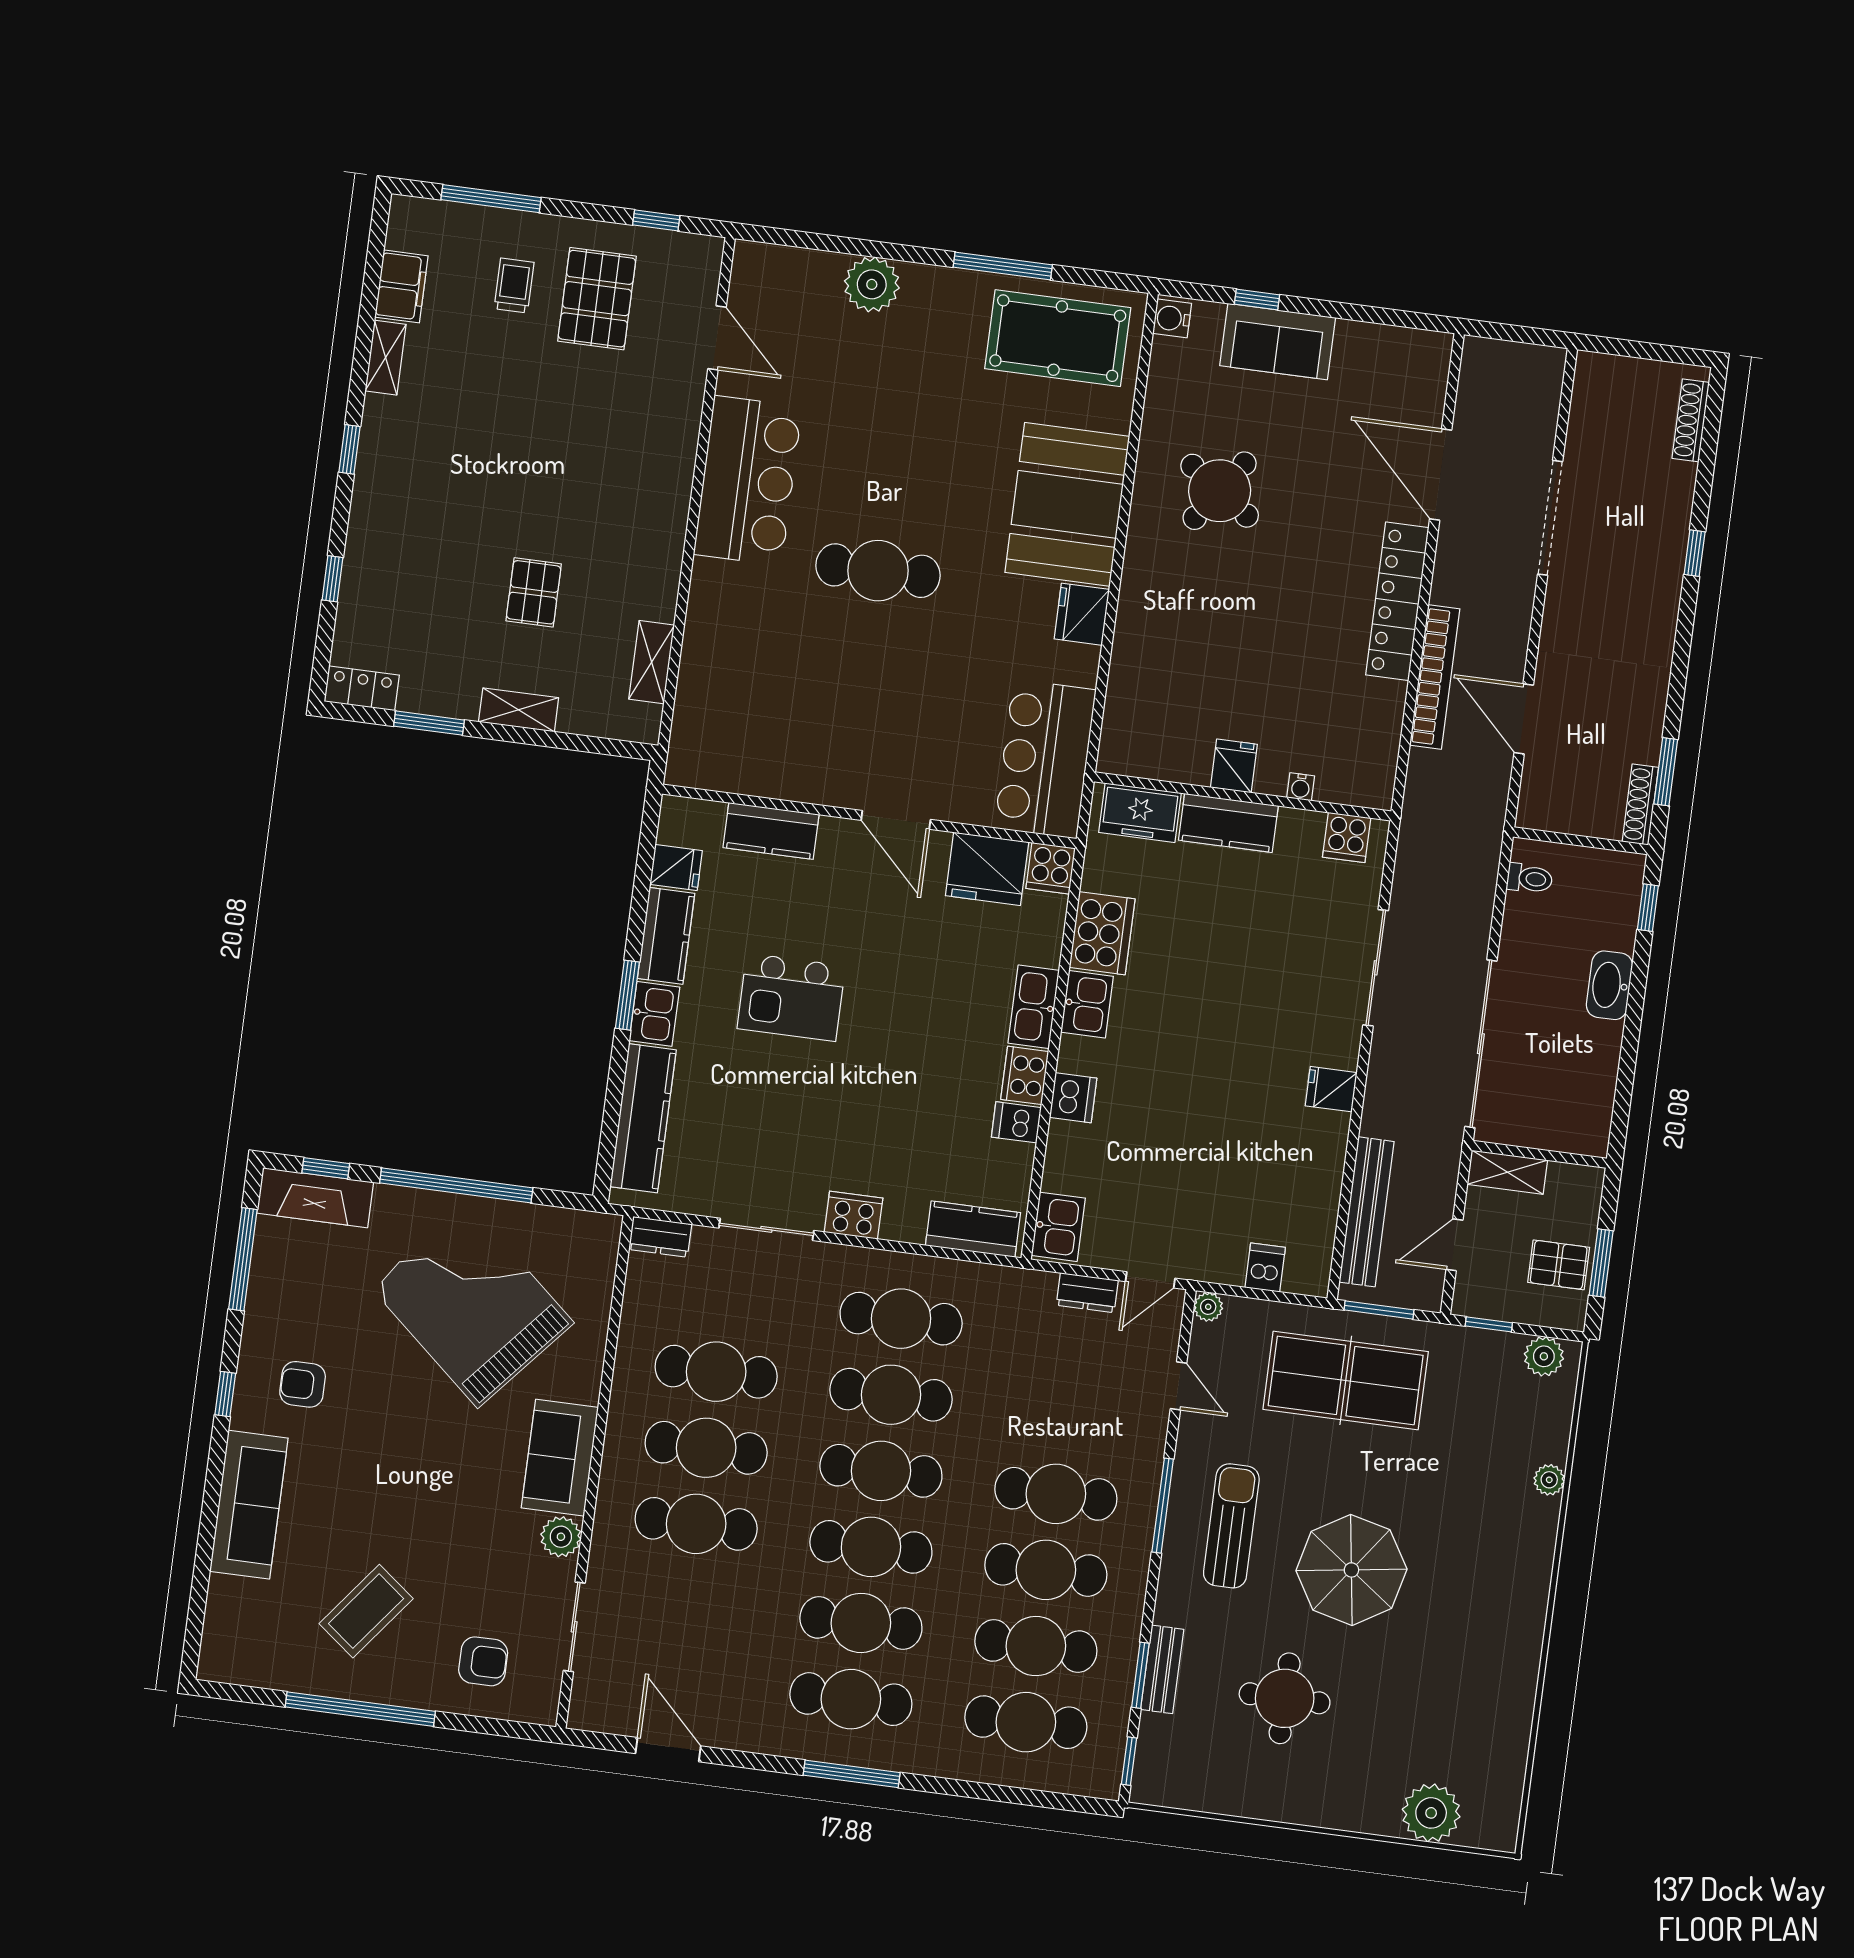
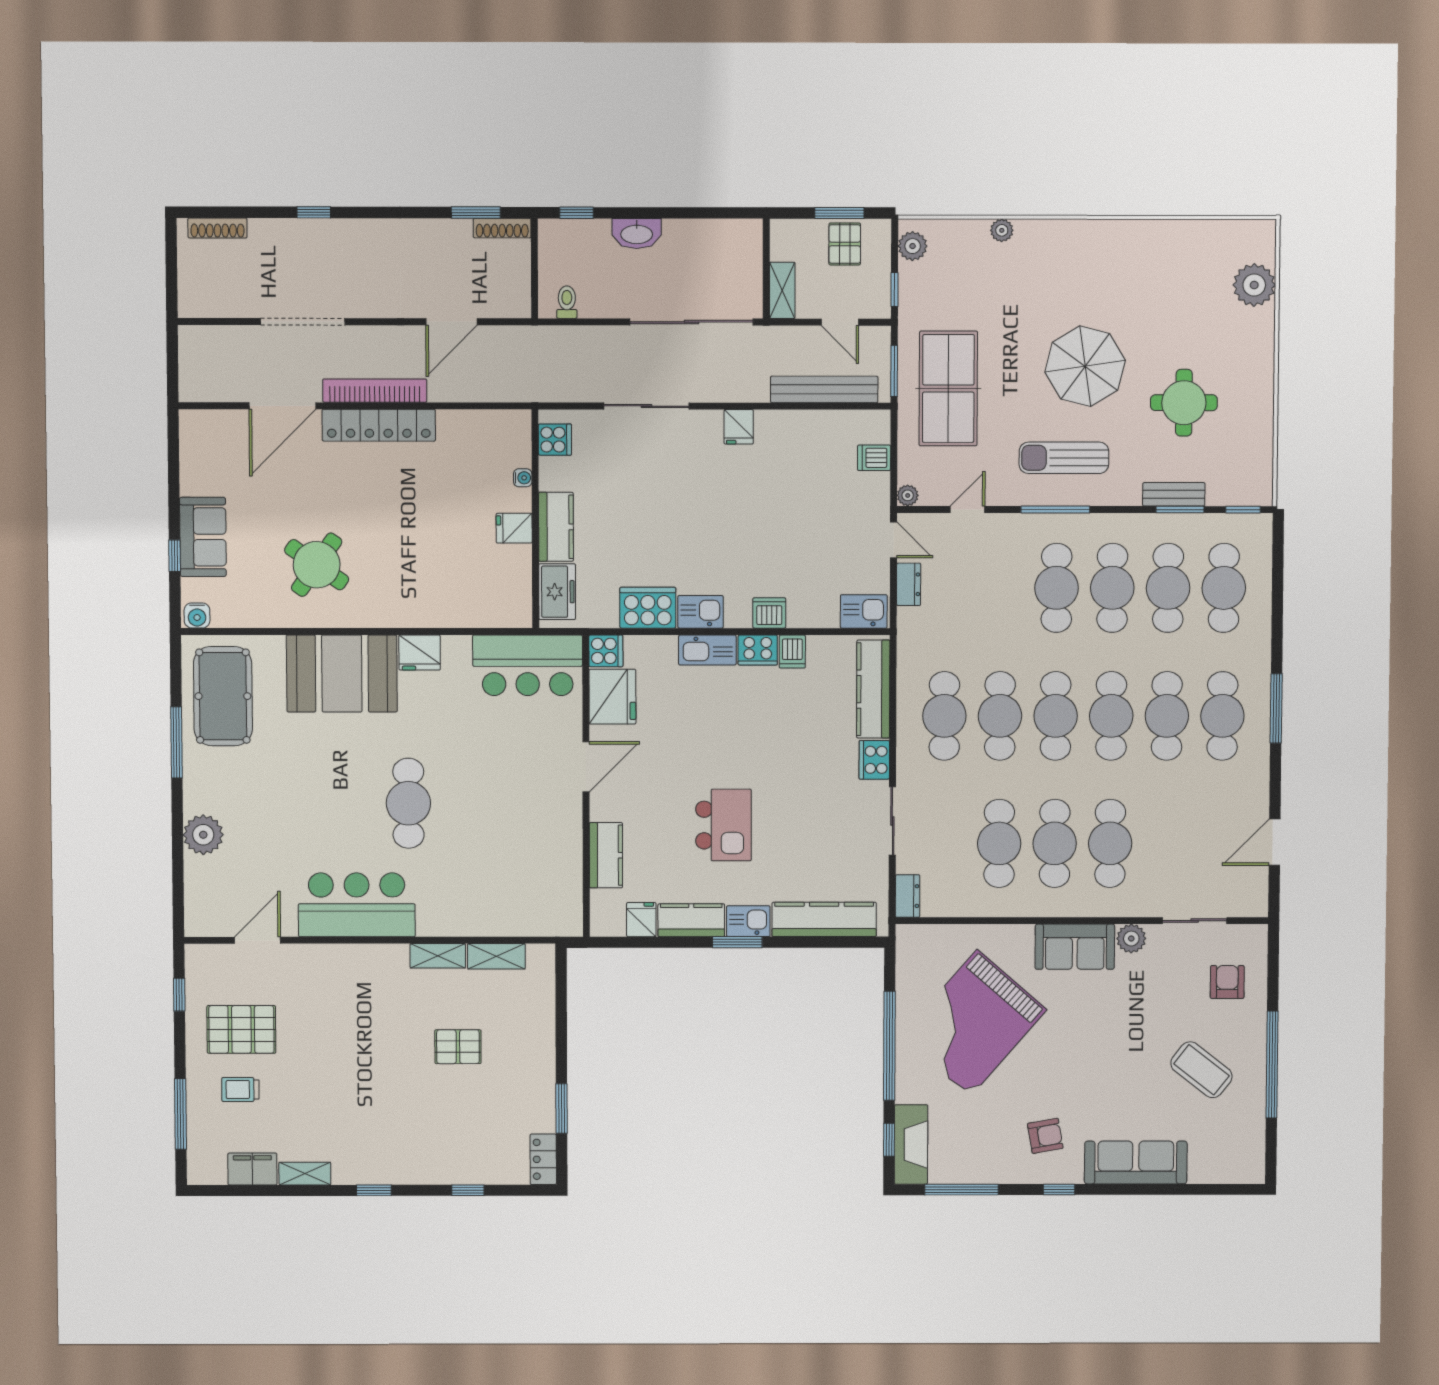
bookcase: (1435, 677) -> (375, 391), moved
shelving: (519, 710) -> (438, 956), moved, turned 90
kitchen counter: (973, 1229) -> (873, 689), width x1.50
armchair: (303, 1384) -> (1045, 1136), turned -100

